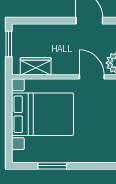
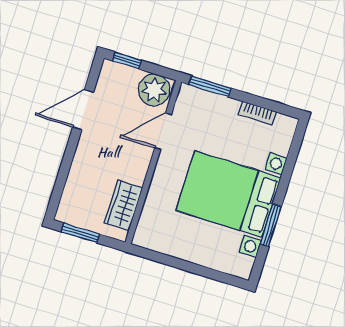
bed with nightstands: (43, 114) -> (228, 194), moved, turned -90

